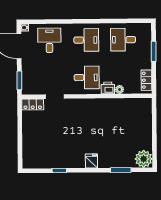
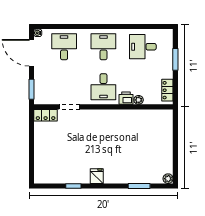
desk: (86, 40) -> (103, 47), turned -90
desk: (87, 78) -> (103, 87), turned 90
plant: (144, 159) -> (168, 179), width x0.53, depth x0.53
fridge: (91, 161) -> (97, 176), moved

